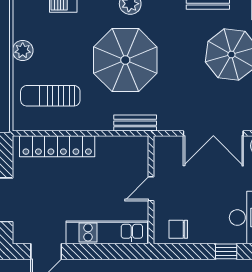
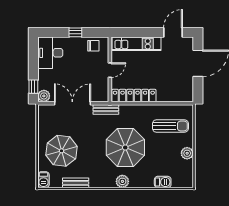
bench: (135, 123) -> (106, 110), moved
locker: (57, 146) -> (134, 96), moved
window: (226, 251) -> (75, 32), moved

